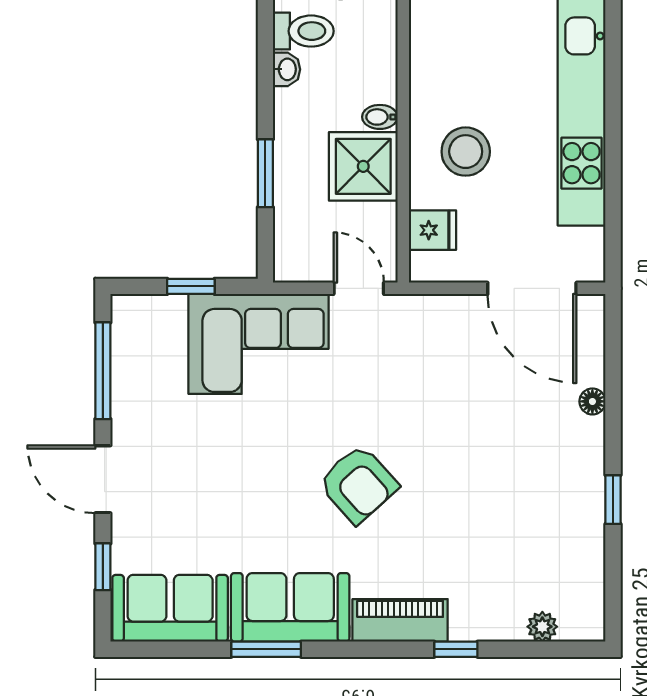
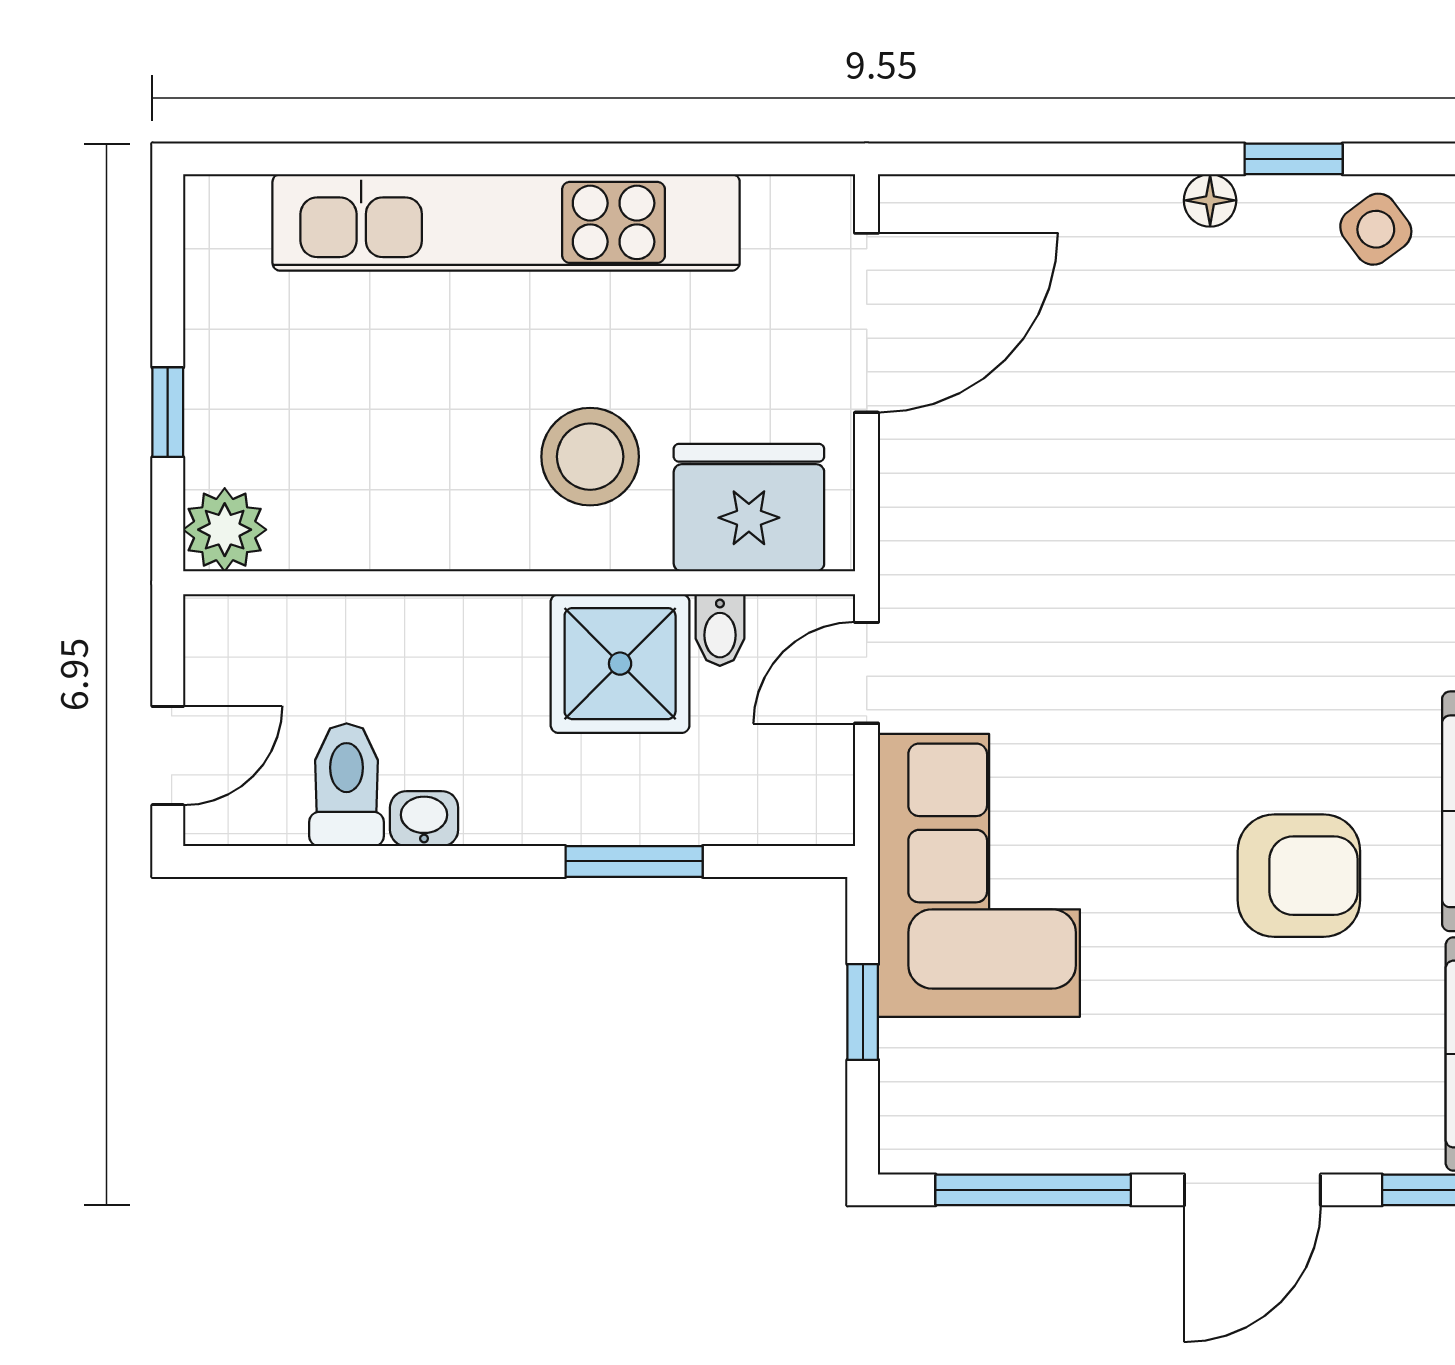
bidet: (380, 117) -> (720, 630), moved
fridge: (432, 230) -> (749, 508), width x1.88, depth x1.34
floor lamp: (592, 401) -> (1210, 200), moved
armchair: (358, 484) -> (1299, 876), moved, turned 42
side table: (578, 540) -> (1376, 229), added

